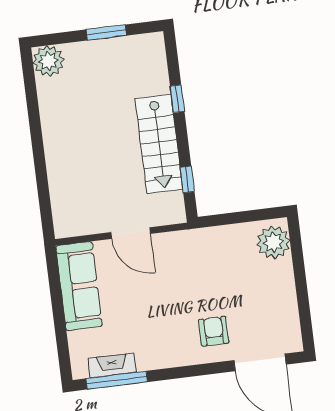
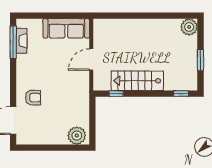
window: (177, 99) -> (181, 94), moved

